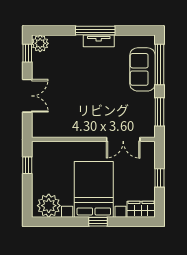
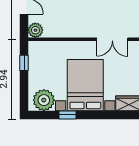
plant: (40, 130) -> (35, 30), added
window: (98, 222) -> (68, 115), moved

